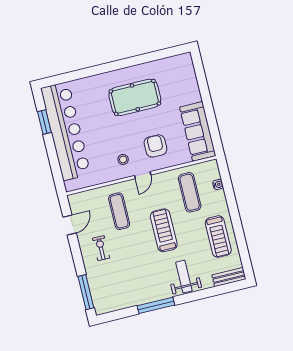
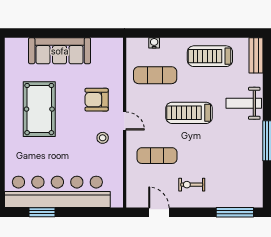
sofa: (198, 131) -> (60, 51), moved
treadmill: (218, 237) -> (210, 56), turned 180

